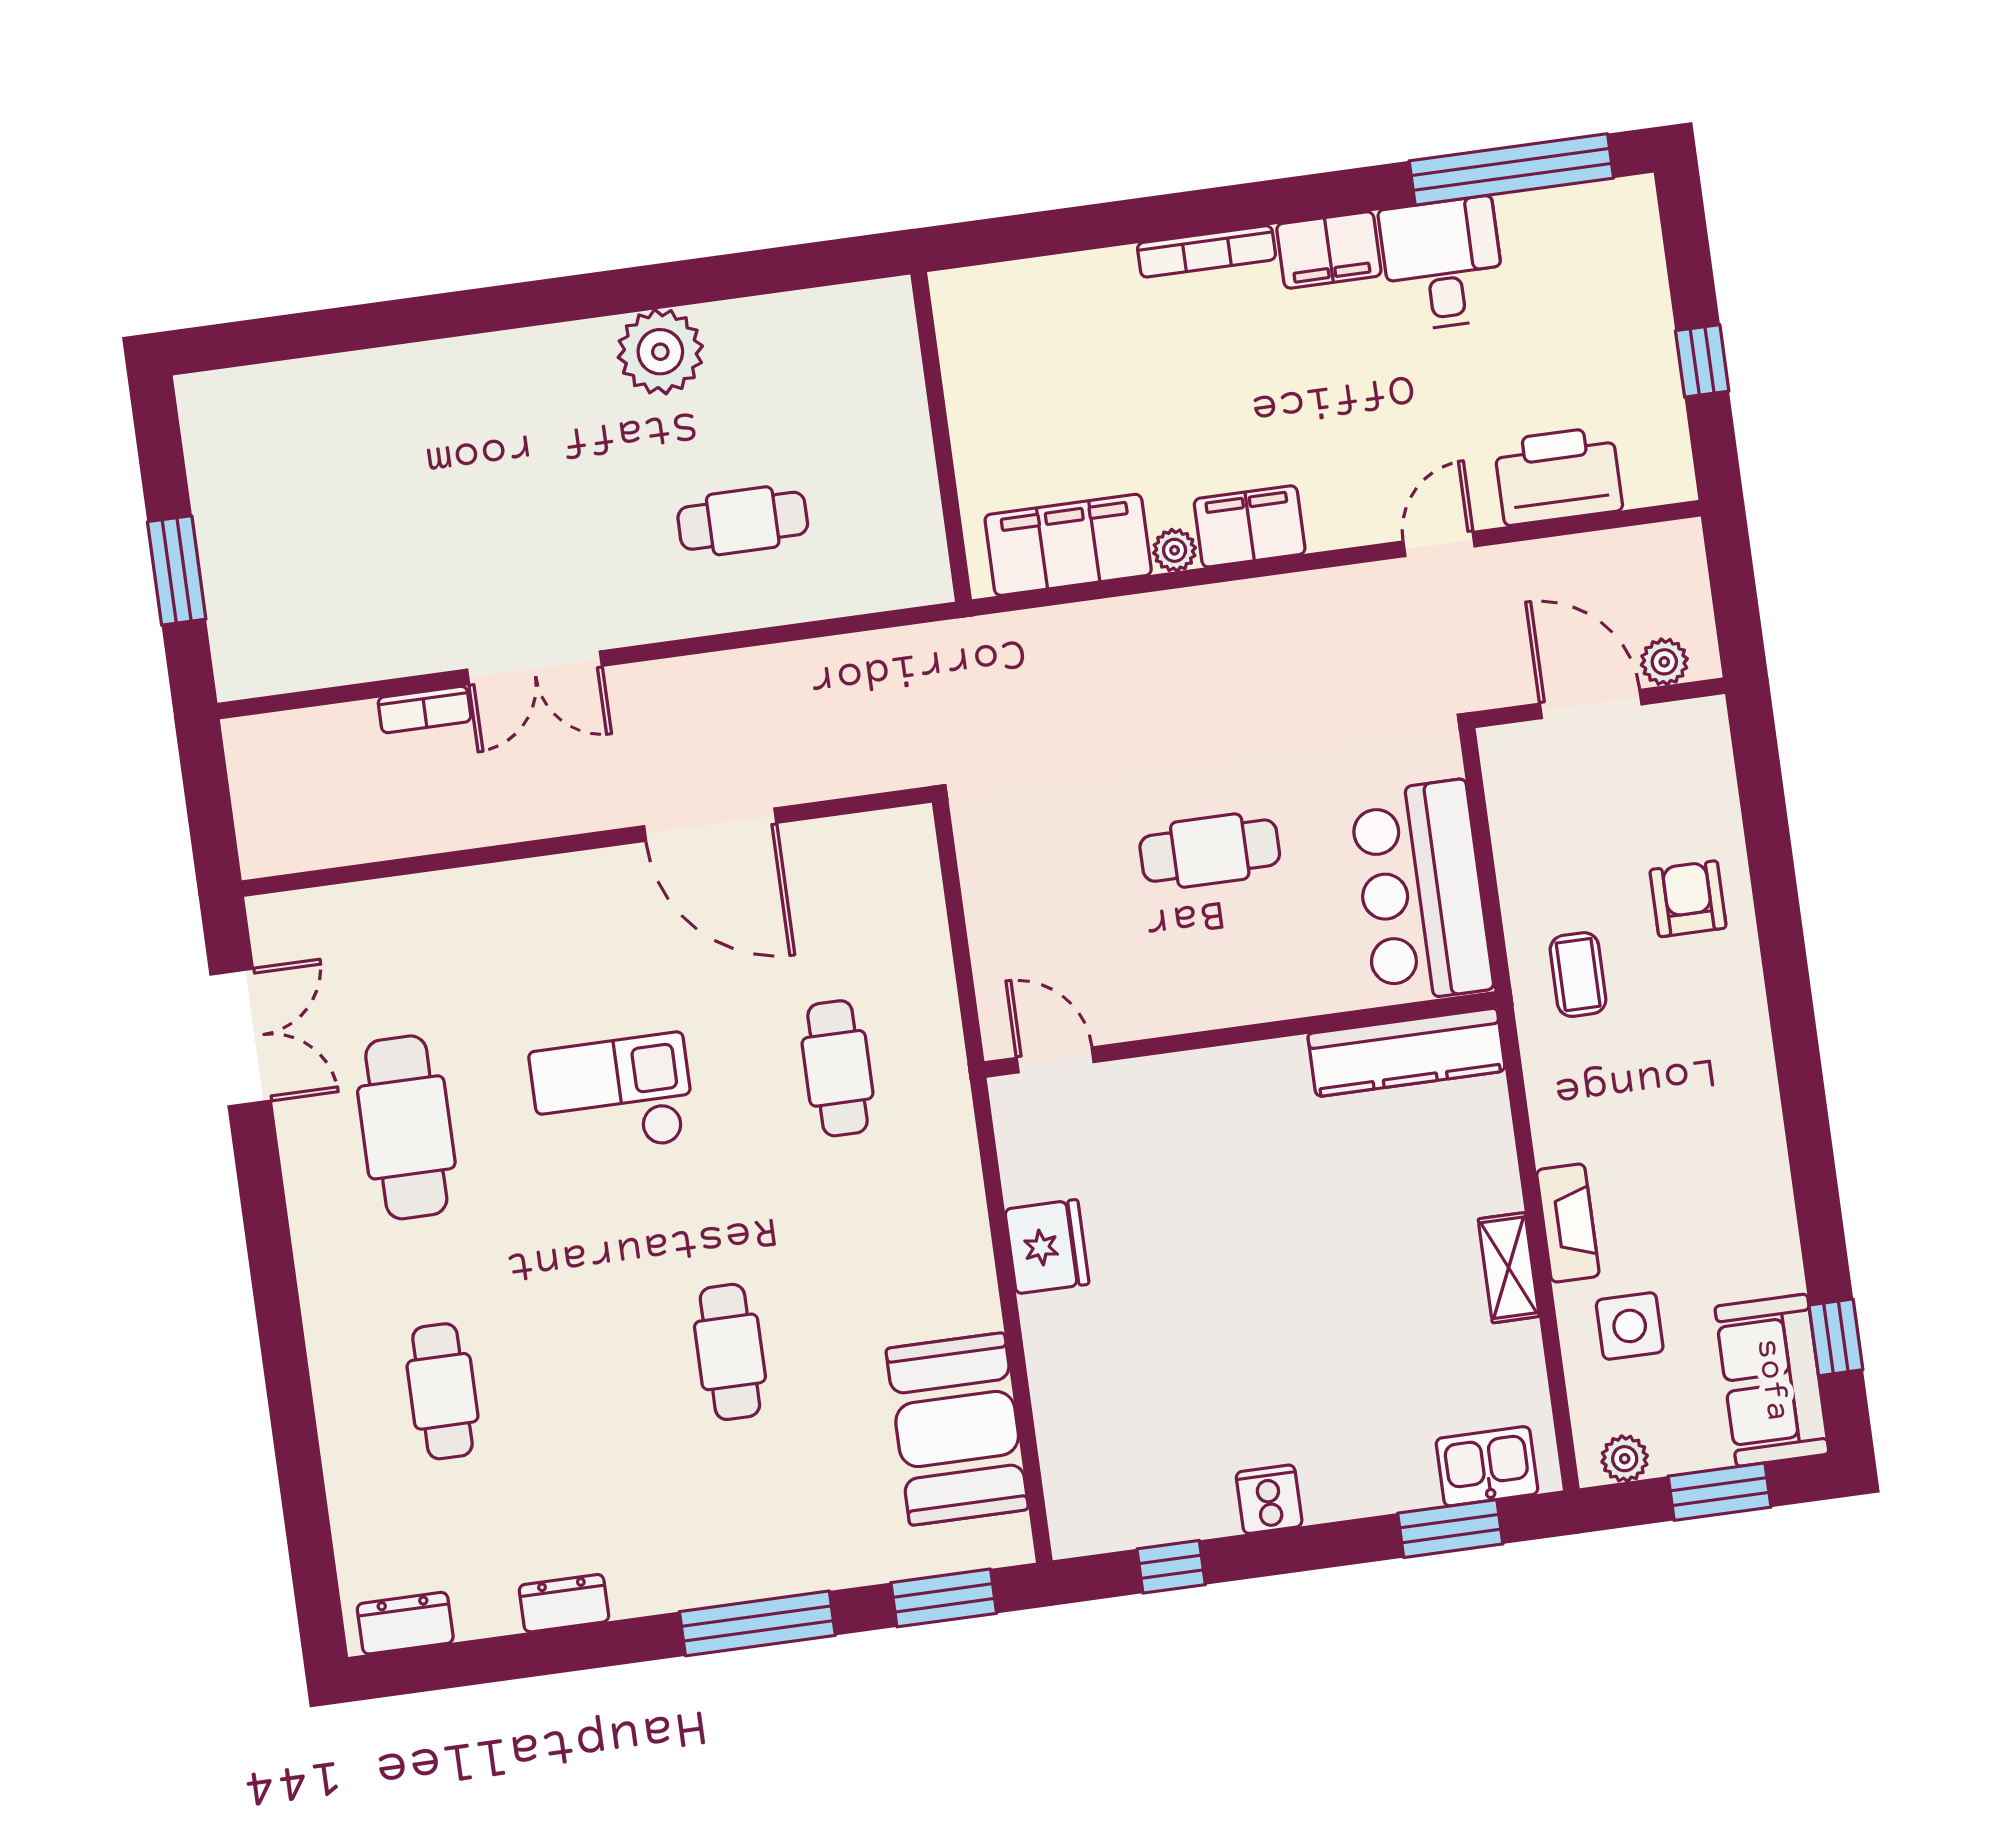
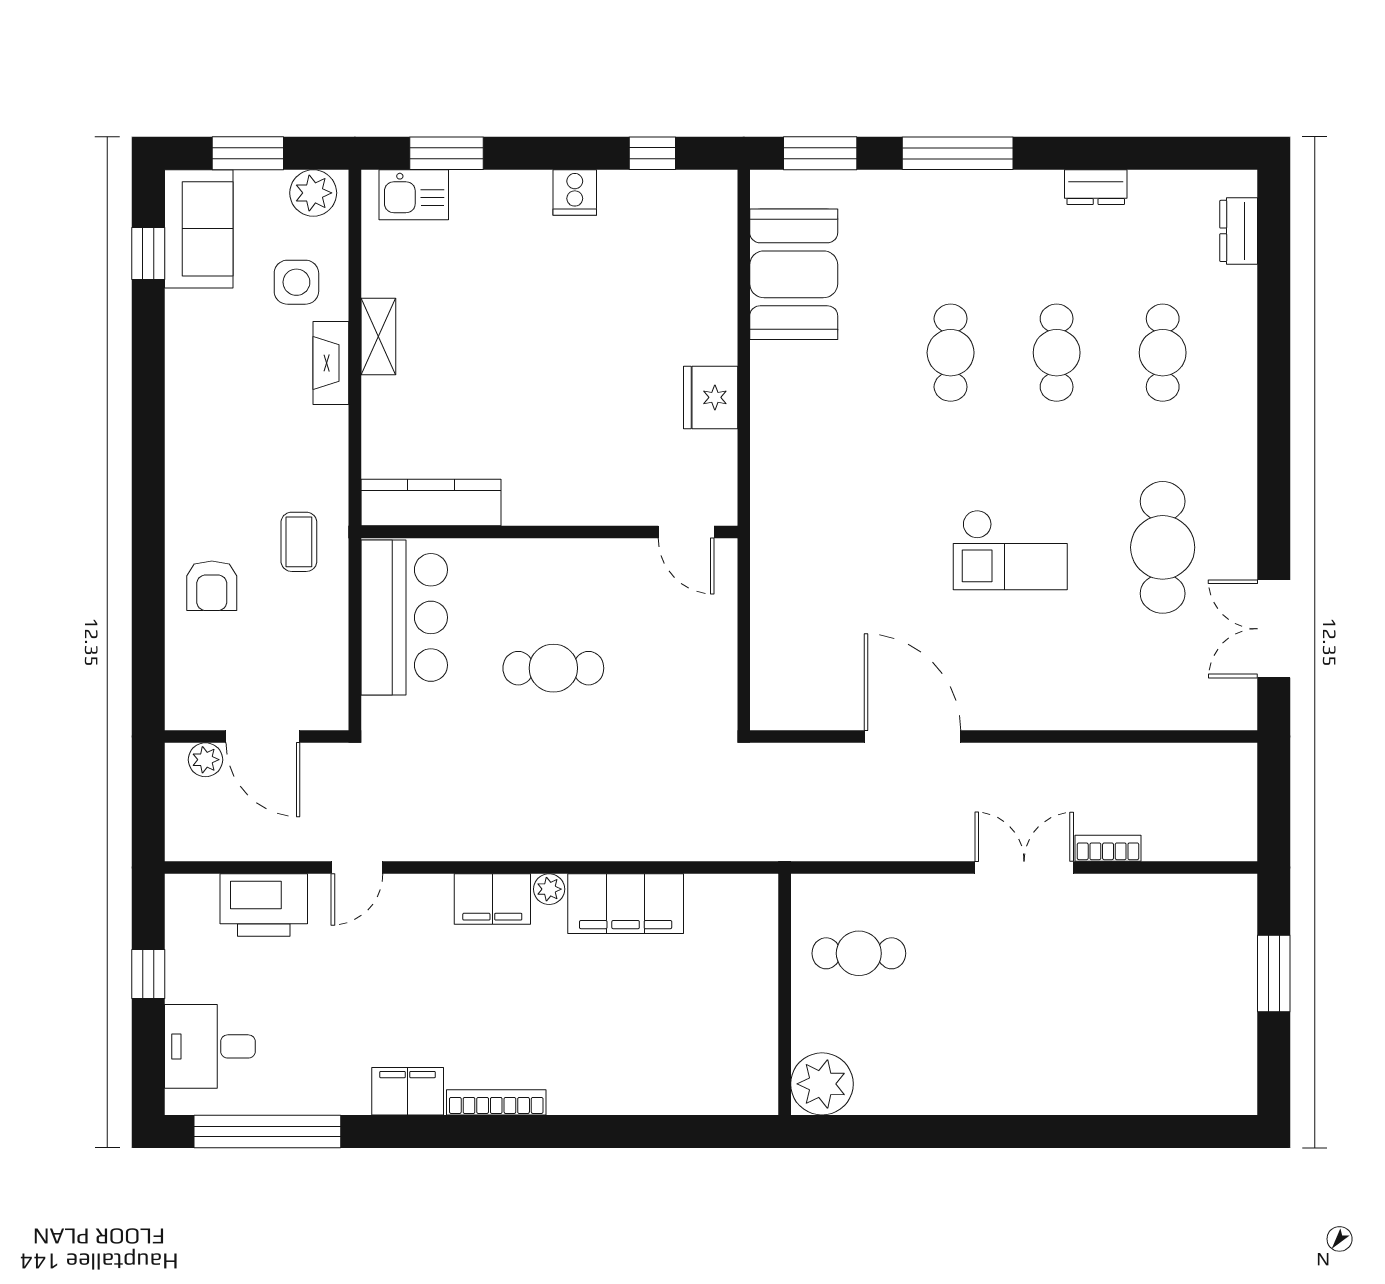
desk: (1443, 264) -> (210, 1046), moved, turned 90
plant: (660, 352) -> (822, 1084), moved
wall: (941, 437) -> (785, 994), moved
cafe table: (838, 1068) -> (1057, 353), moved
plant: (1625, 1459) -> (313, 193), width x1.38, depth x1.38
dresser: (405, 1623) -> (1239, 231), moved, turned 90

